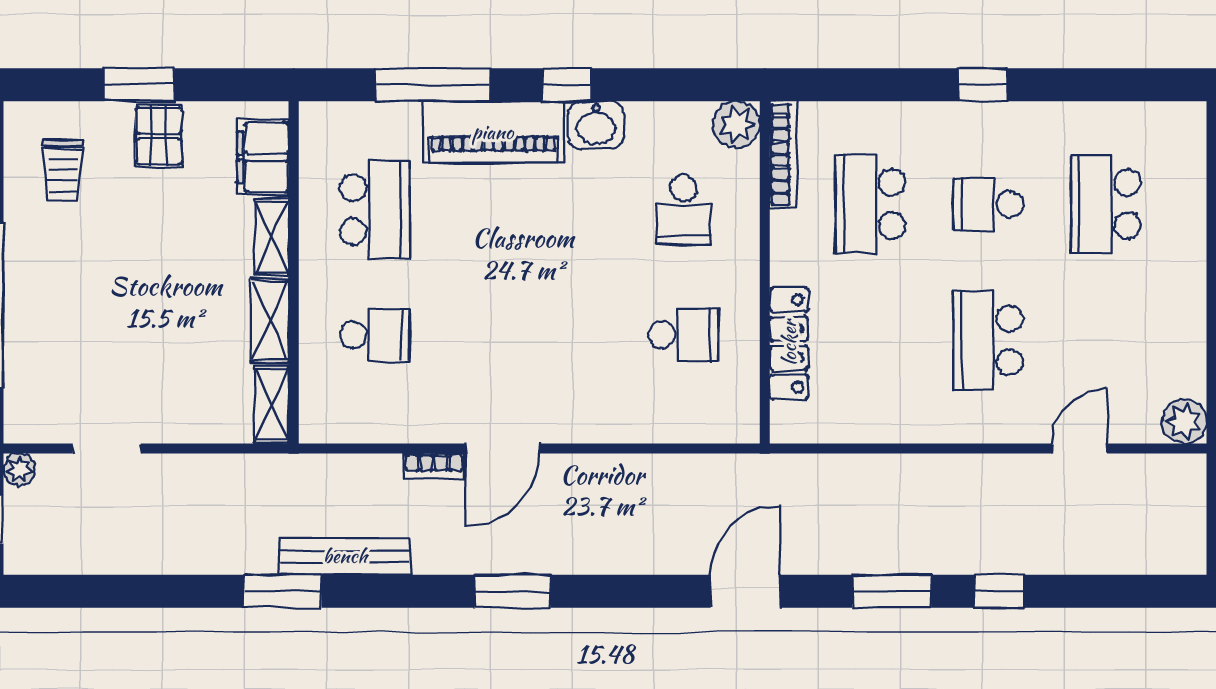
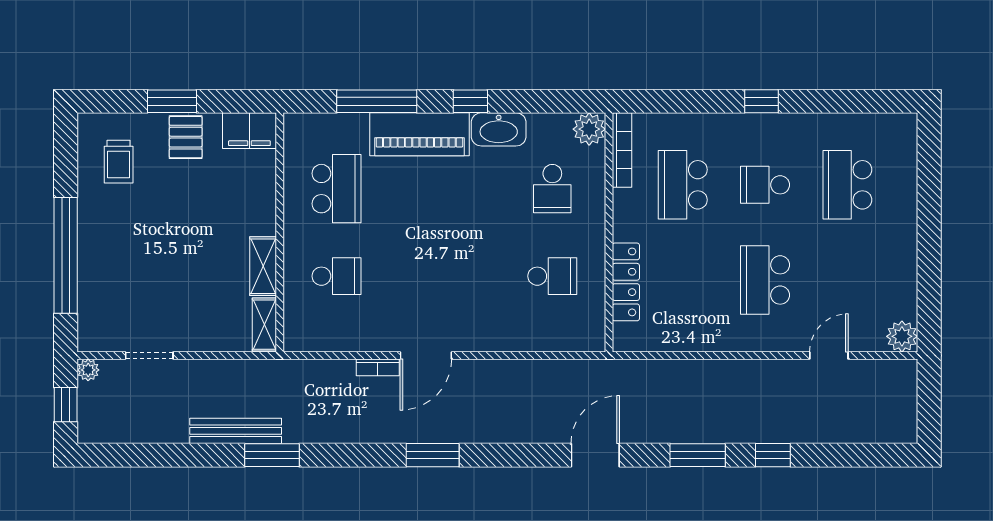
washbasin: (596, 125) -> (499, 129), width x1.38
filing cabinet: (263, 157) -> (249, 131), moved, turned -90
shelving: (271, 237) -> (264, 208), removed
bench: (345, 556) -> (236, 431), moved

